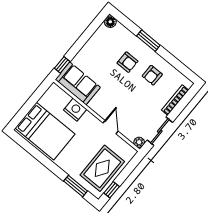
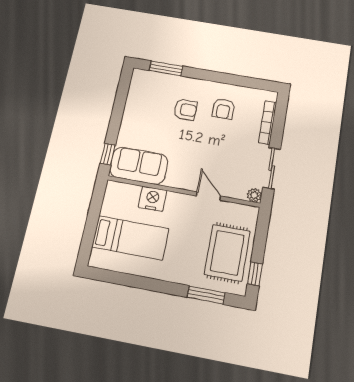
floor lamp: (110, 22) -> (139, 76), removed
window: (148, 41) -> (166, 68), moved
bed: (45, 131) -> (130, 238), width x0.67

